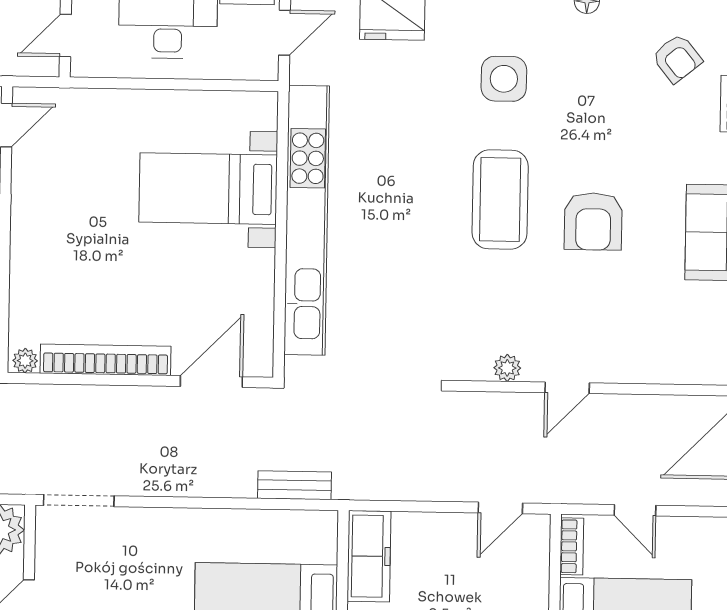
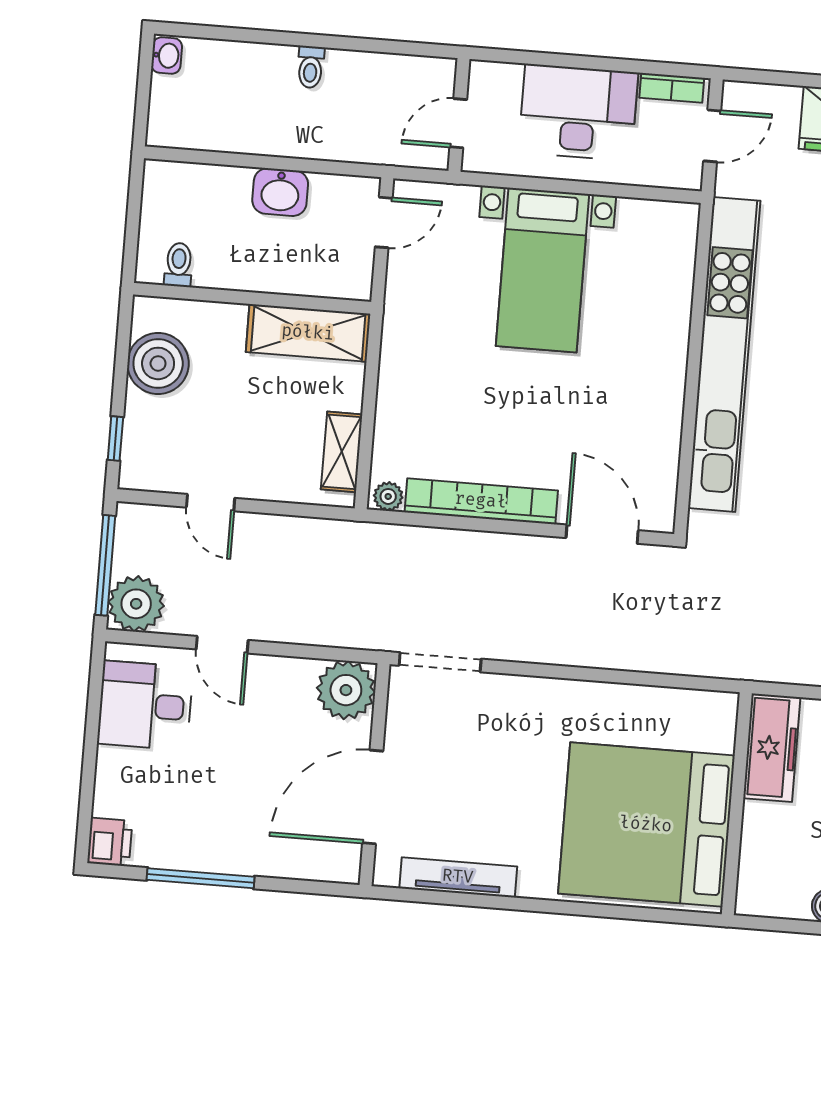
bed with nightstands: (208, 189) -> (543, 270), moved, turned -90
door: (211, 382) -> (602, 534), hinge flipped
bench: (294, 485) -> (691, 660), removed

